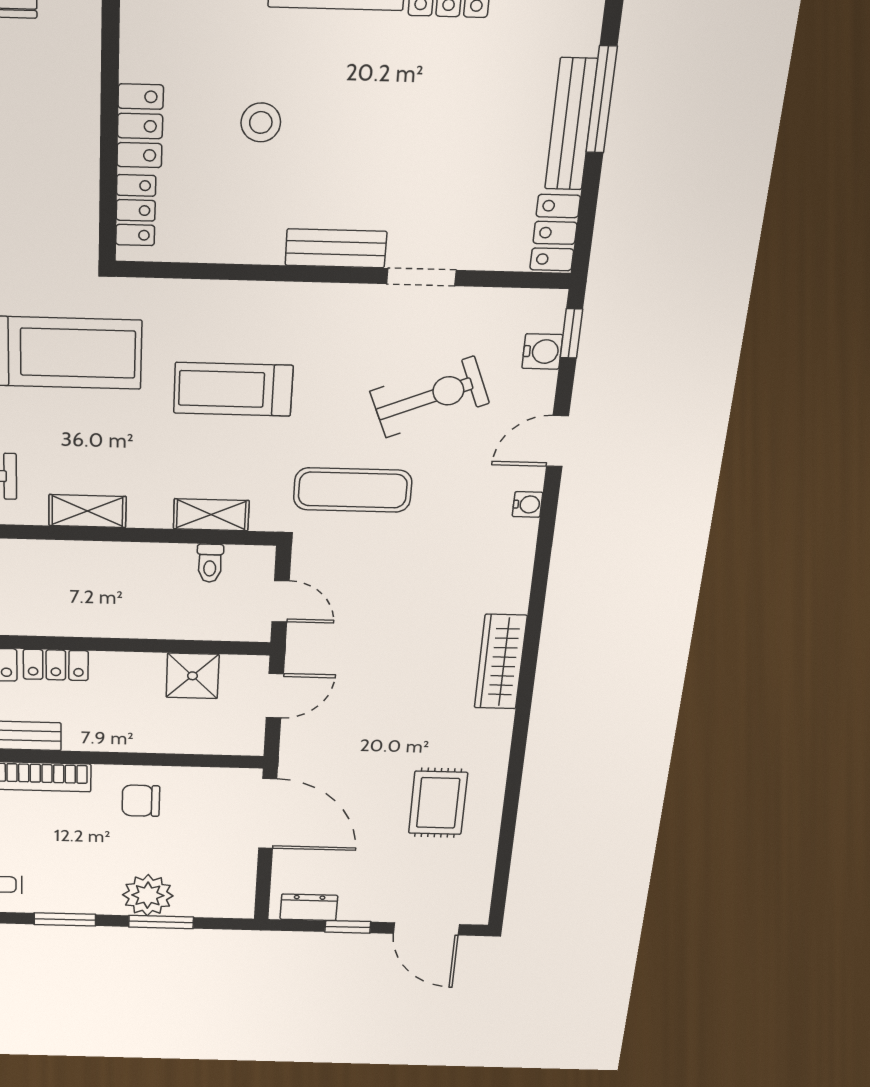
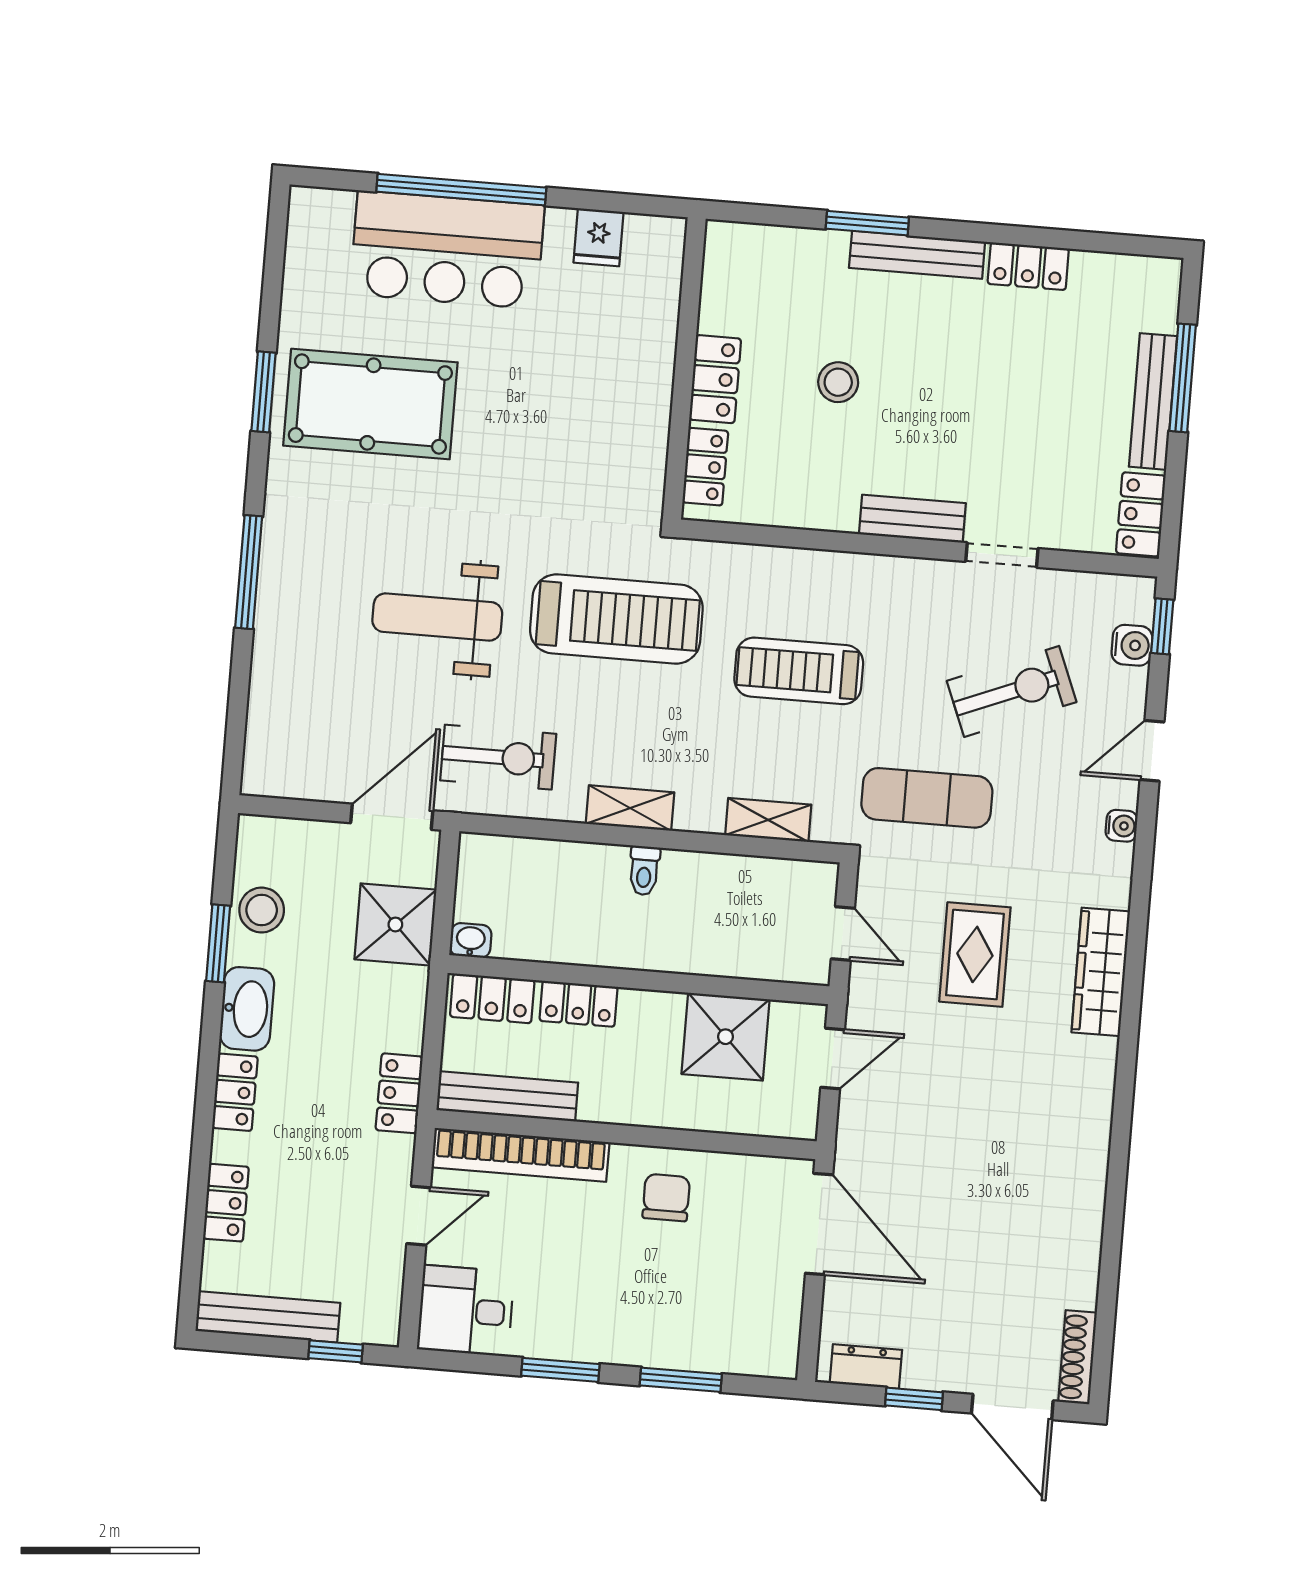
toilet: (210, 563) -> (644, 871), moved
wardrobe: (501, 662) -> (1101, 972), moved
shower: (192, 676) -> (725, 1037), width x1.36, depth x1.36
chair: (141, 801) -> (666, 1198), turned 90
rug: (438, 803) -> (975, 954), moved
shoe rack: (479, 894) -> (1078, 1357), added
plant: (148, 895) -> (666, 1338), removed

